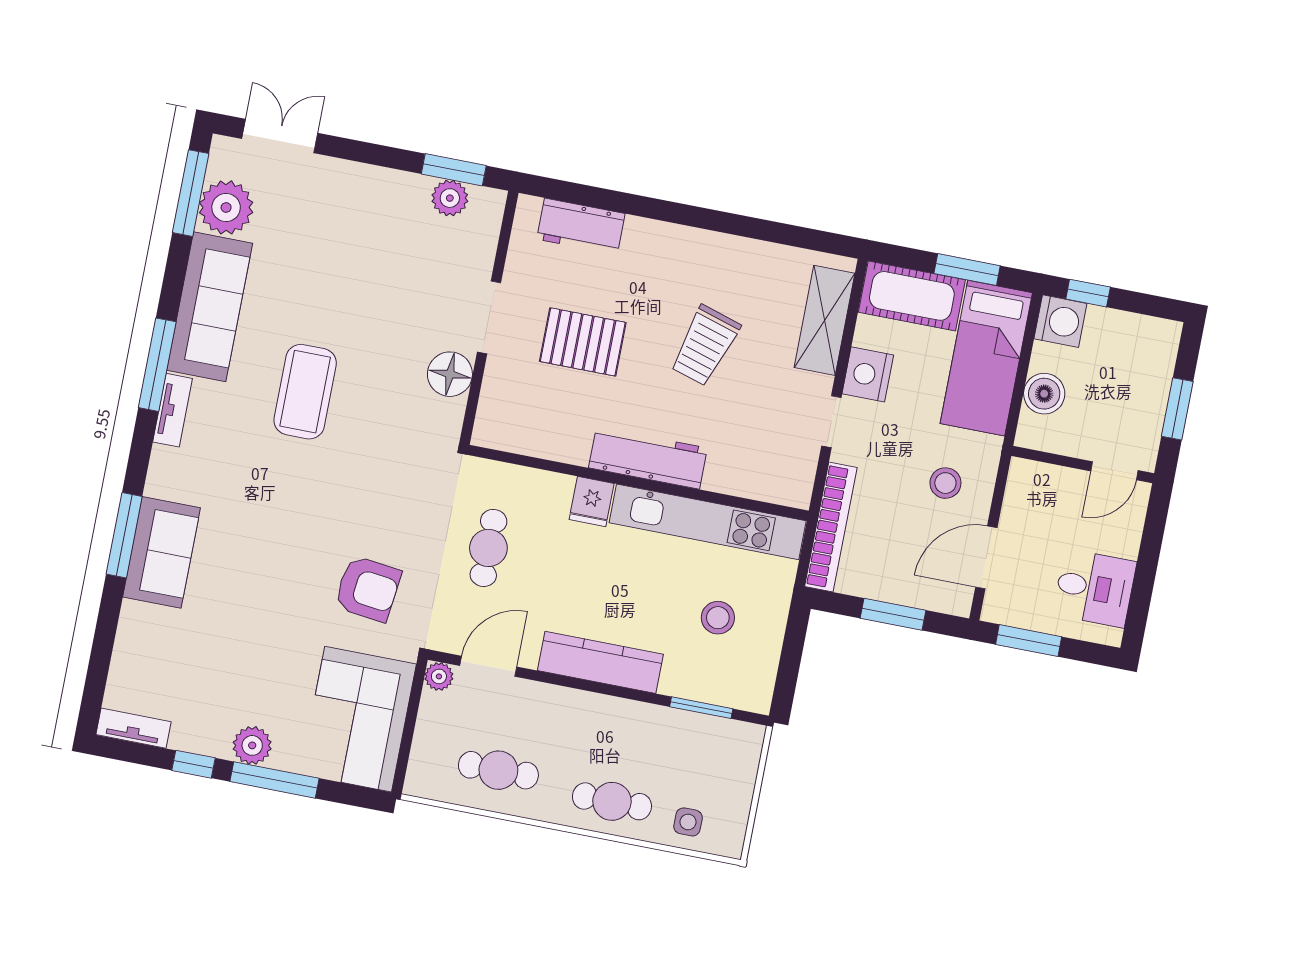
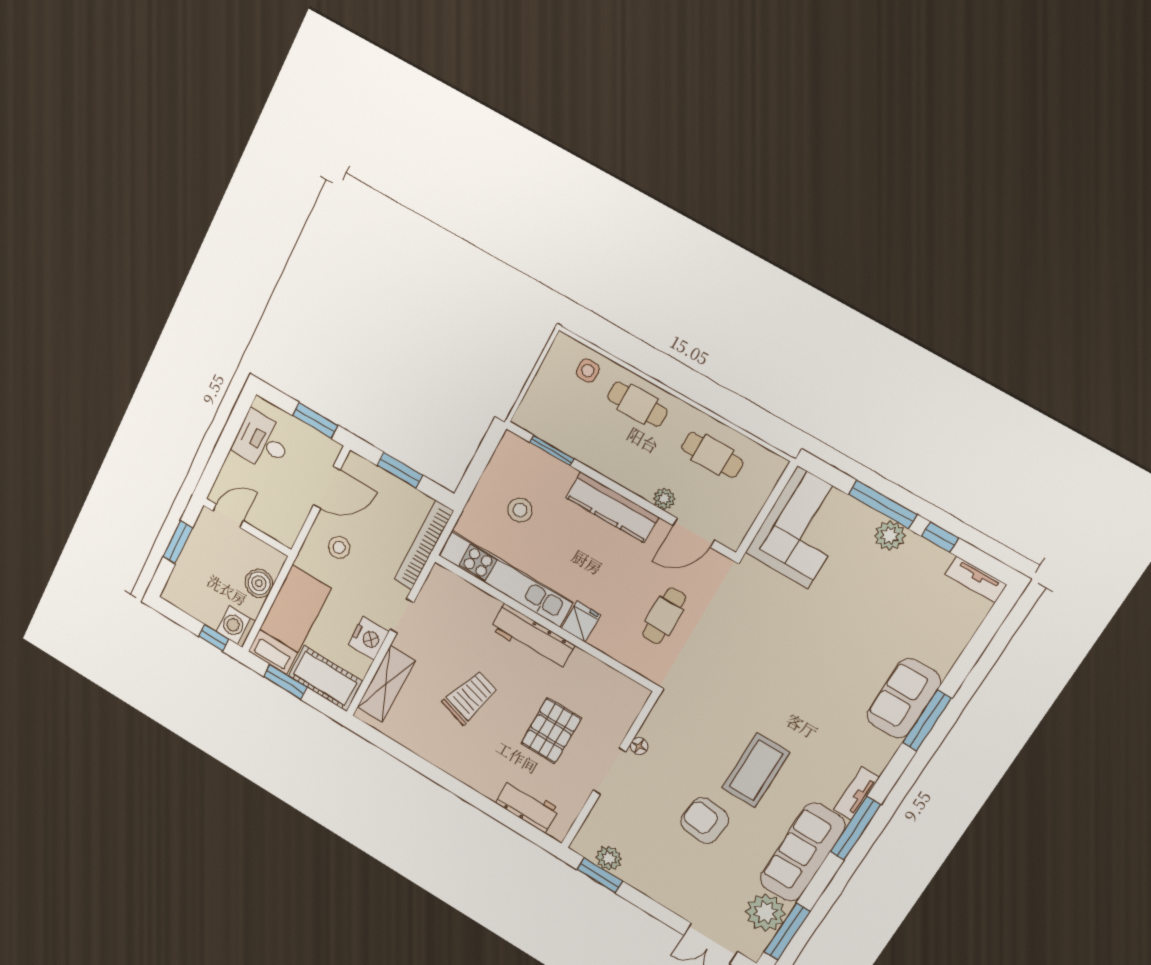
pallet: (583, 342) -> (551, 731), turned 90
floor lamp: (450, 374) -> (639, 746), width x0.53, depth x0.53
armchair: (368, 589) -> (705, 821), moved
plant: (439, 676) -> (664, 499), moved

